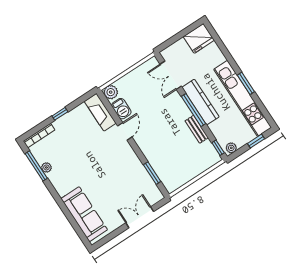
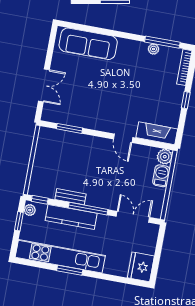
kitchen counter: (200, 102) -> (71, 217), moved
barbecue: (121, 109) -> (161, 176), moved, turned 90
window: (256, 141) -> (19, 221), moved

